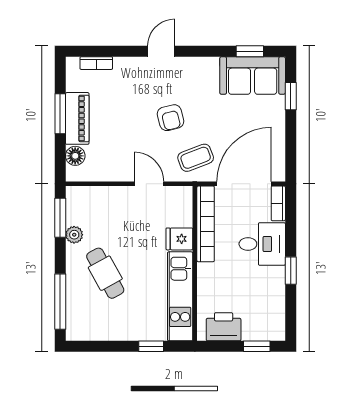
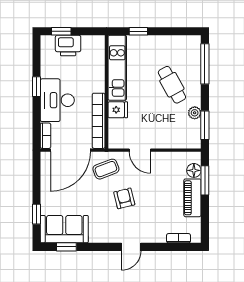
window: (60, 114) -> (205, 180), moved
desk: (262, 244) -> (57, 100), width x1.37
printer: (224, 327) -> (68, 46), moved

